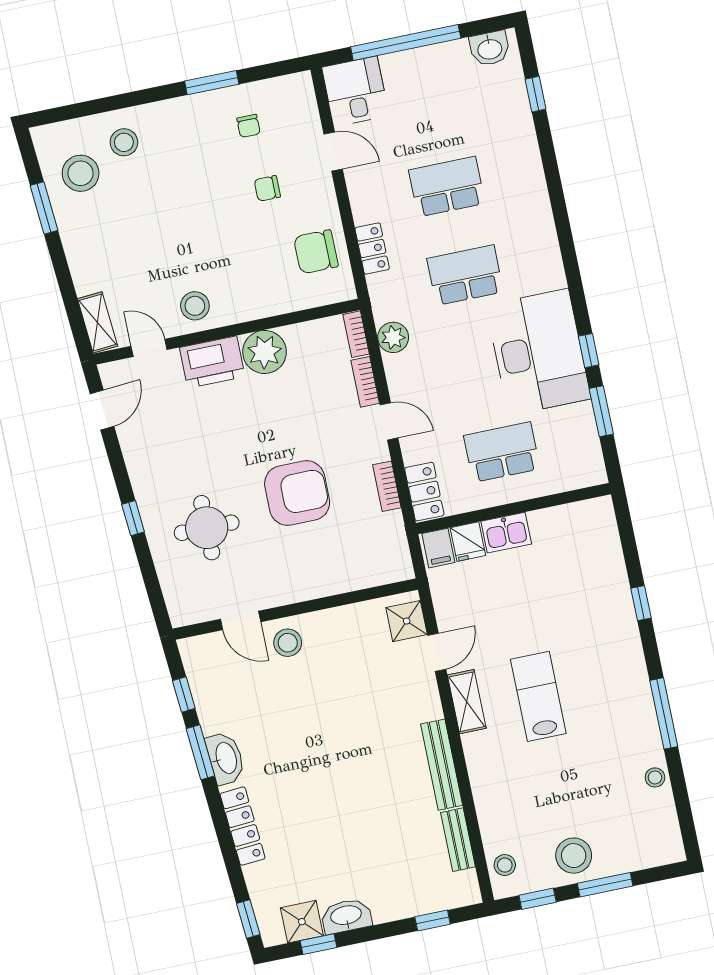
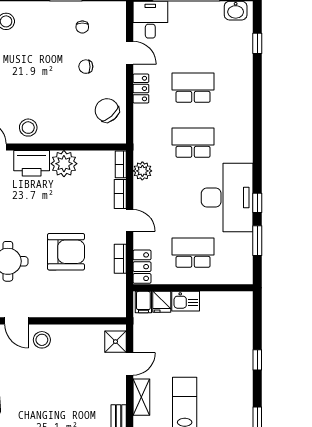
locker: (372, 249) -> (141, 89), moved
chair: (316, 252) -> (107, 110), turned 48

